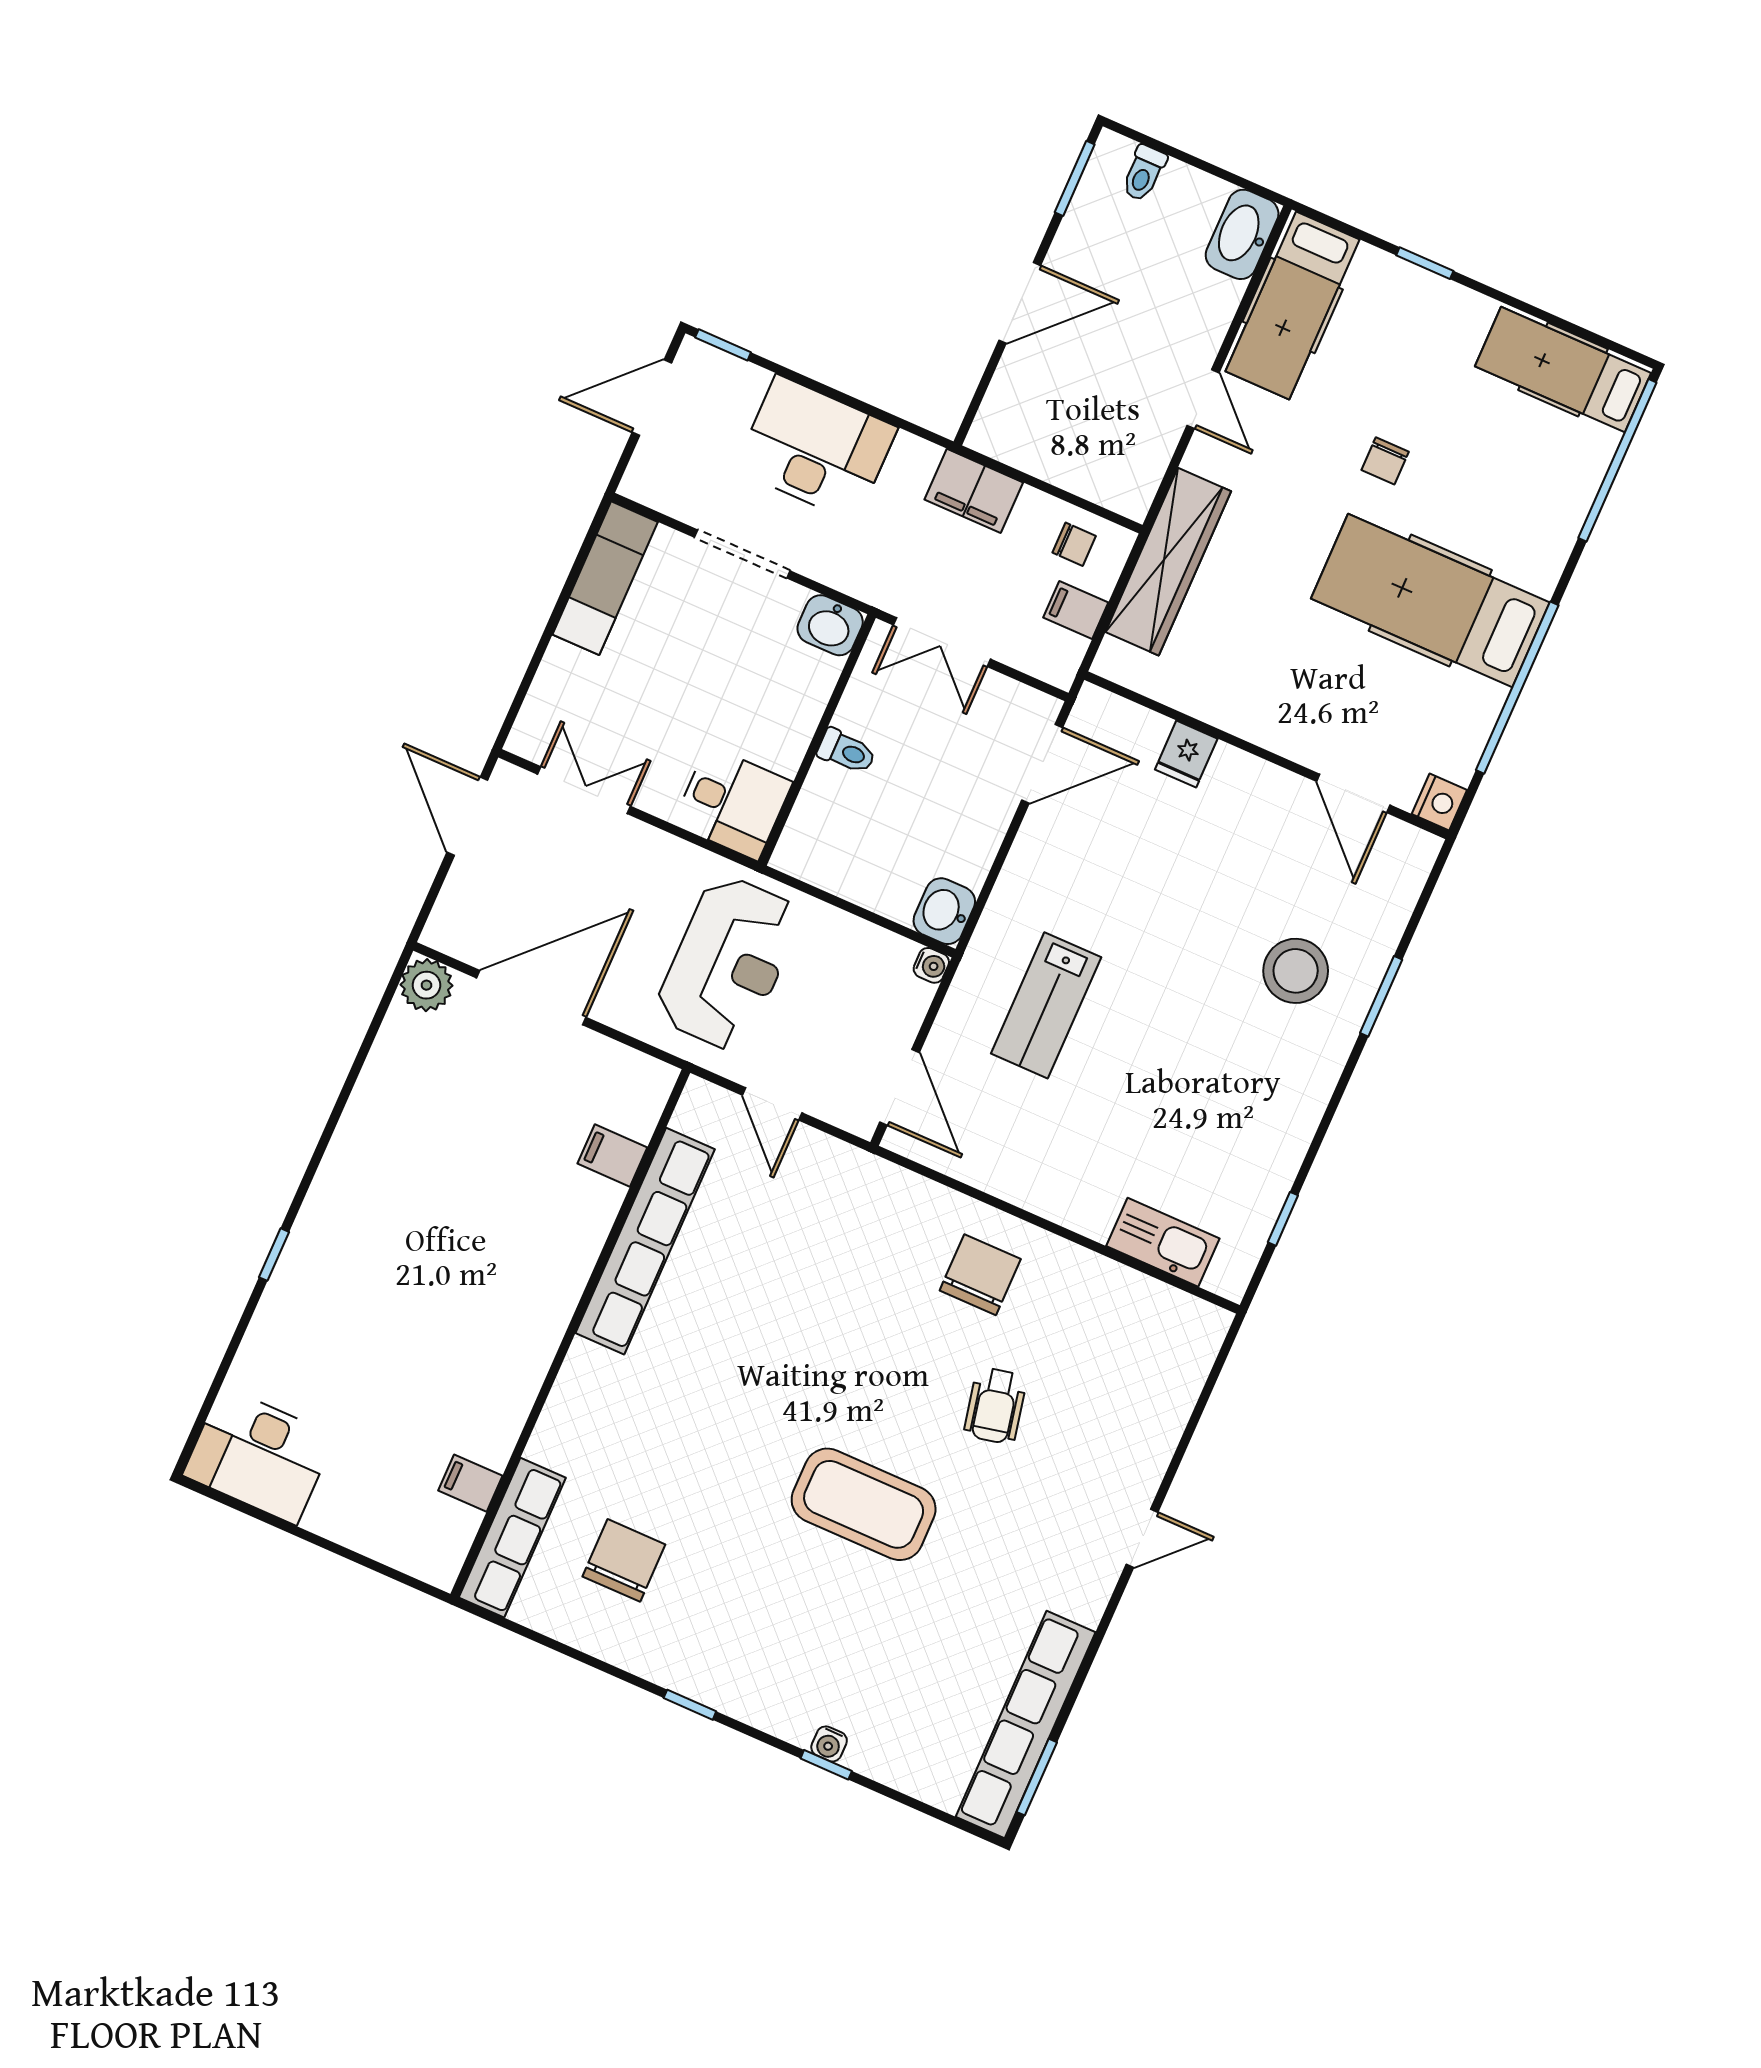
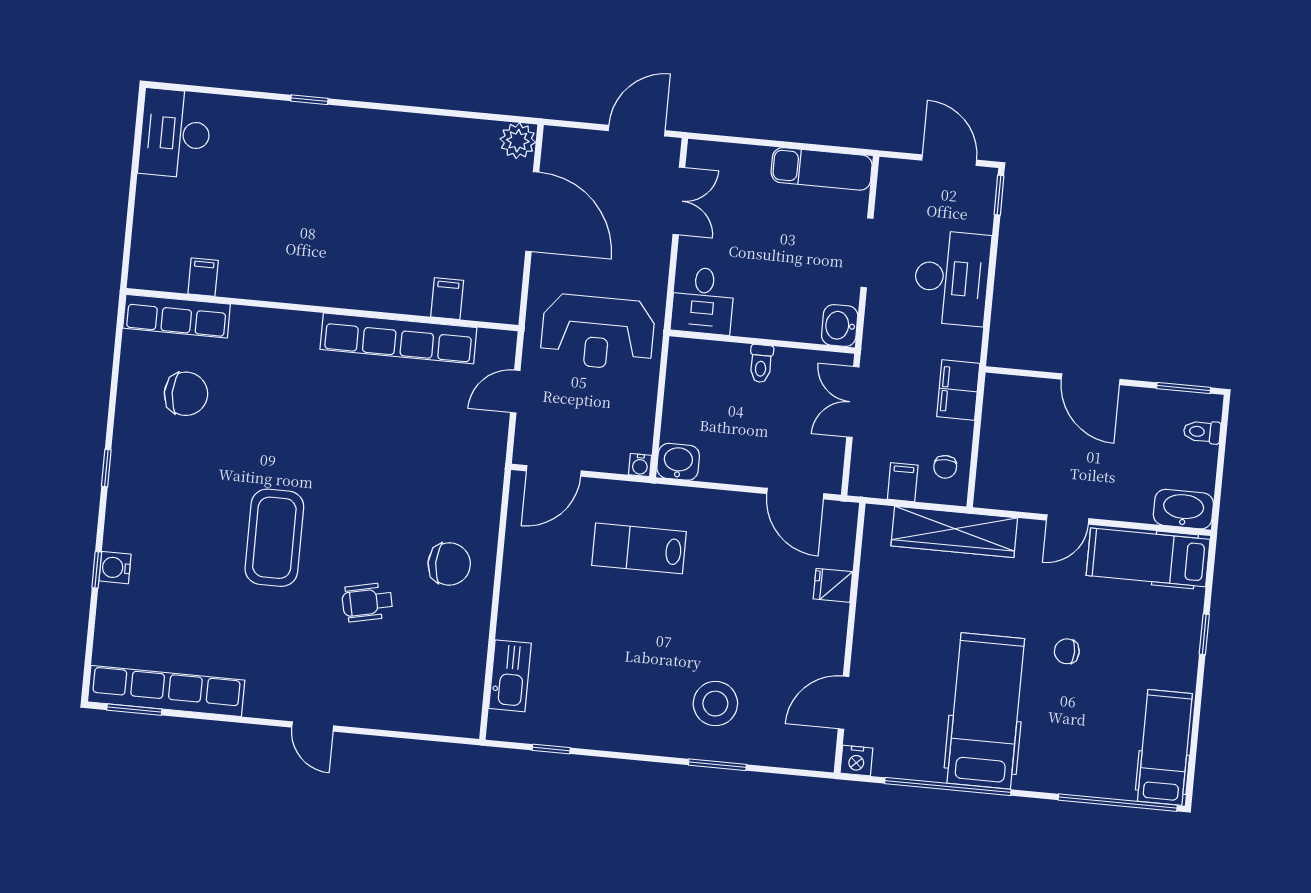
water cooler: (829, 1744) -> (115, 568), width x1.38, depth x1.38

